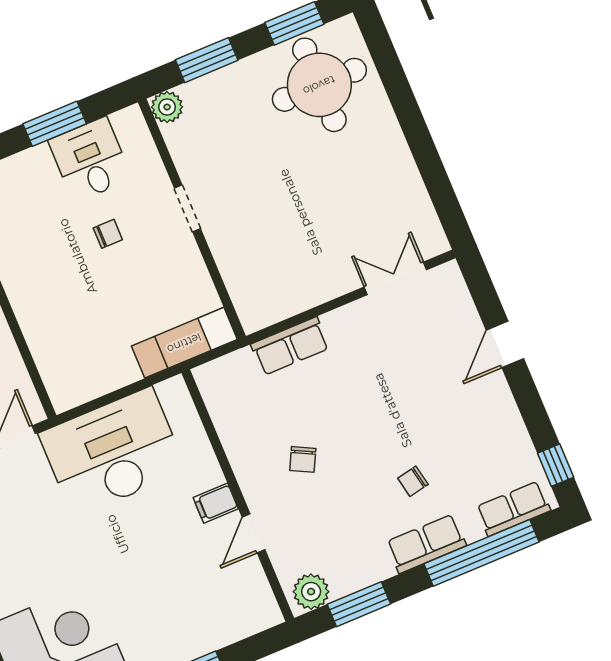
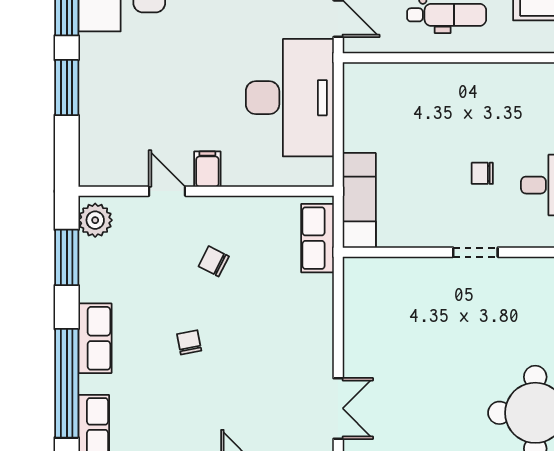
chair: (108, 234) -> (482, 173), turned 90
row of seats: (290, 346) -> (317, 238), moved
chair: (413, 481) -> (189, 342), moved

